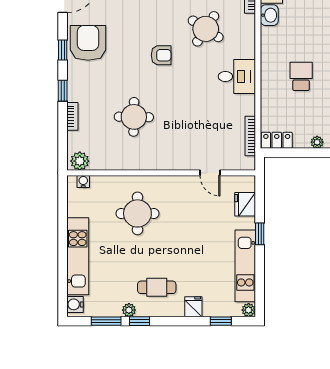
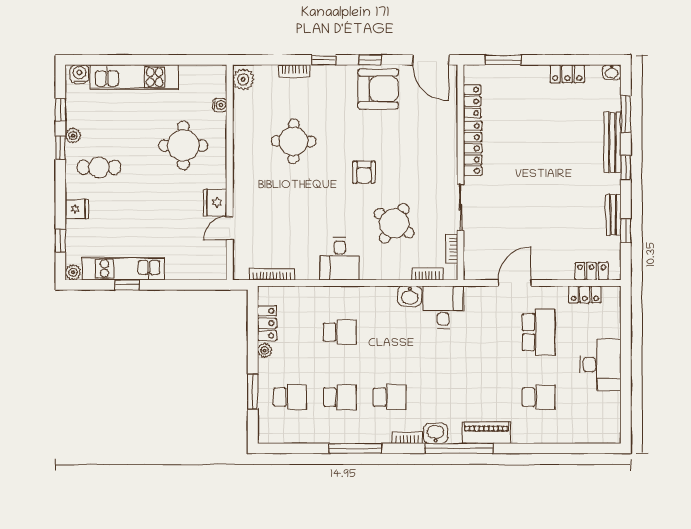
locker: (277, 140) -> (267, 323), moved
water cooler: (83, 181) -> (220, 105), moved
fridge: (245, 204) -> (215, 202), moved, turned -90
window: (260, 234) -> (127, 285), moved
cafe table: (157, 287) -> (99, 167), turned 90
window: (106, 321) -> (60, 110), width x0.67

